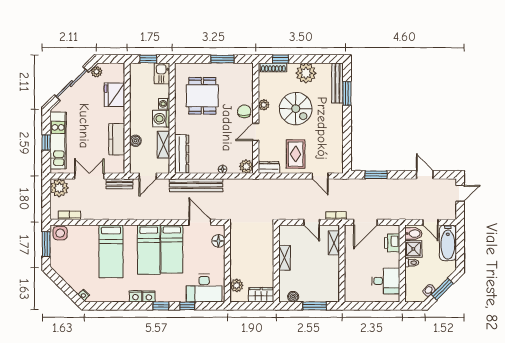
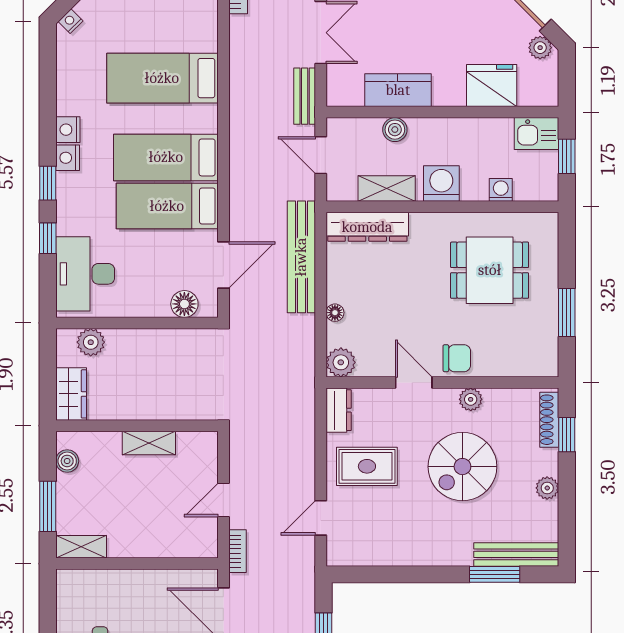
kitchen sink: (162, 73) -> (537, 134), moved, turned 180
plant: (306, 73) -> (547, 488), width x0.53, depth x0.53
washing machine: (164, 104) -> (501, 190), moved
shelving: (334, 243) -> (81, 547), moved

